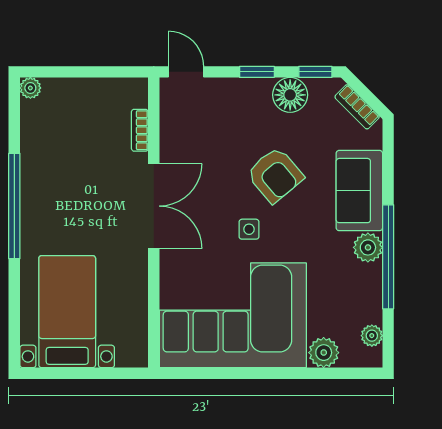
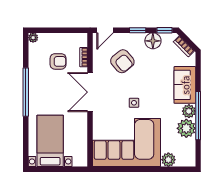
door: (186, 72) -> (105, 30), swing flipped
armchair: (84, 140) -> (58, 61), added
armchair: (275, 175) -> (122, 61), moved
double door: (154, 206) -> (90, 92), swing flipped
plant: (372, 336) -> (186, 128), moved, width x1.88, depth x1.88

